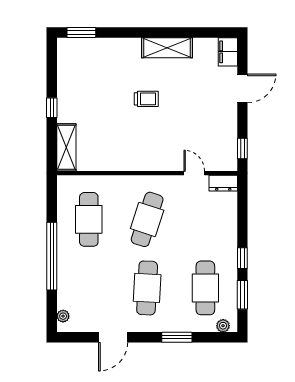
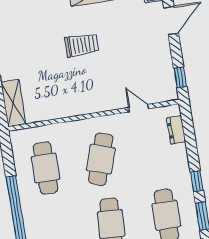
trolley: (146, 99) -> (82, 45), width x1.36, depth x1.39
dresser: (223, 183) -> (176, 130), moved, turned 90

